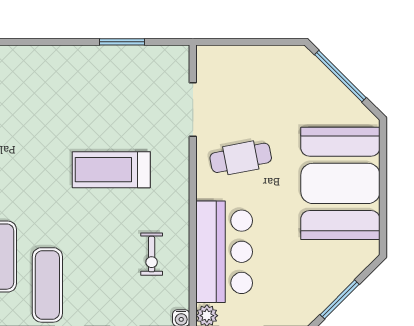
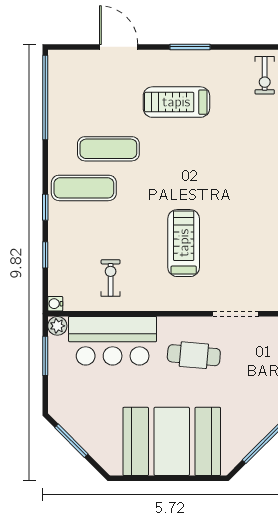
cafe table: (241, 158) -> (194, 355), turned -74
exercise bike: (152, 254) -> (111, 278), turned 90

